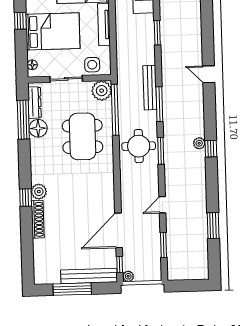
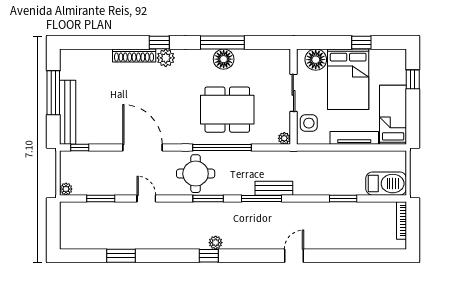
floor lamp: (32, 65) -> (316, 60), width x1.89, depth x1.89
bench: (150, 88) -> (274, 188), width x0.73
plant: (102, 91) -> (284, 138), width x0.53, depth x0.53
dresser: (35, 103) -> (268, 56), removed
window: (115, 110) -> (222, 148), moved
window: (23, 120) -> (222, 43), moved
floor lamp: (38, 128) -> (224, 59), moved
round table: (139, 146) -> (196, 174), moved
door: (119, 230) -> (143, 148), moved
plant: (128, 276) -> (66, 189), moved

